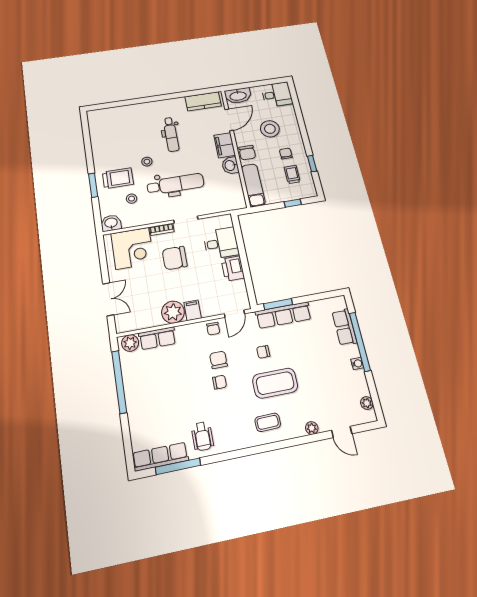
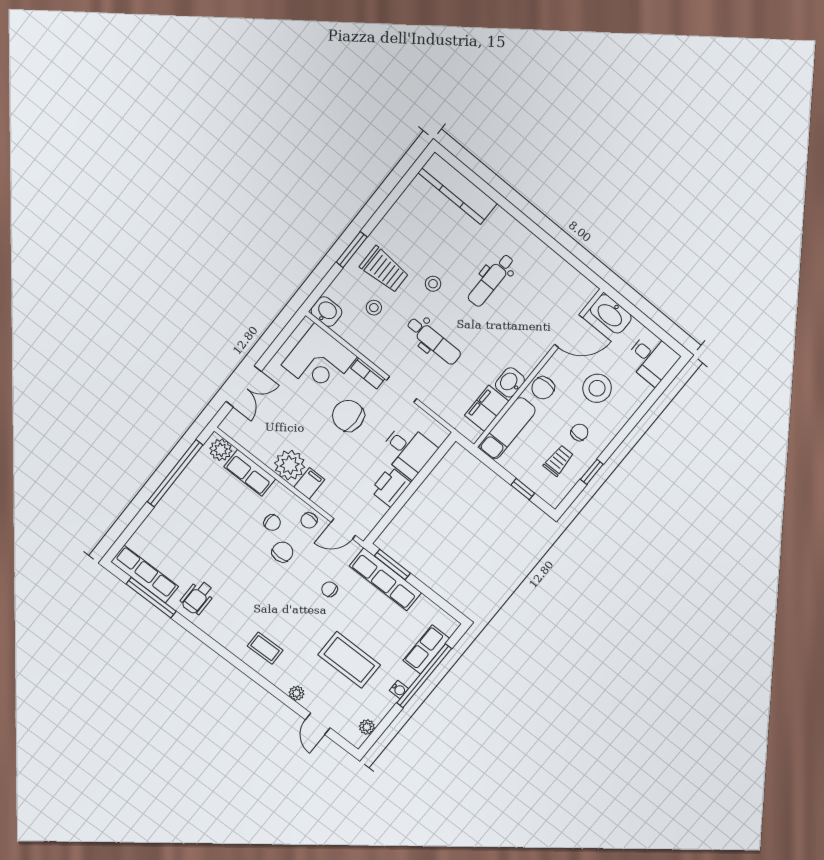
kitchen counter: (203, 101) -> (458, 188), moved, width x1.50
filing cabinet: (225, 145) -> (487, 408), moved
dental chair: (175, 184) -> (434, 341), width x0.73, depth x0.72
chair: (219, 382) -> (272, 523), moved
coffee table: (275, 383) -> (349, 660), moved

